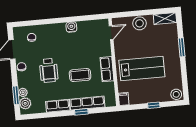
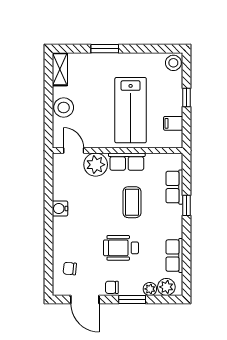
plant: (103, 48) -> (96, 165), added
lab bench: (142, 68) -> (131, 110), turned 180
wheelchair: (49, 70) -> (121, 248), turned 180
window: (16, 95) -> (132, 300), moved
filing cabinet: (124, 99) -> (173, 123), moved
row of seats: (87, 103) -> (174, 187), width x0.68
row of seats: (58, 106) -> (174, 256), moved

